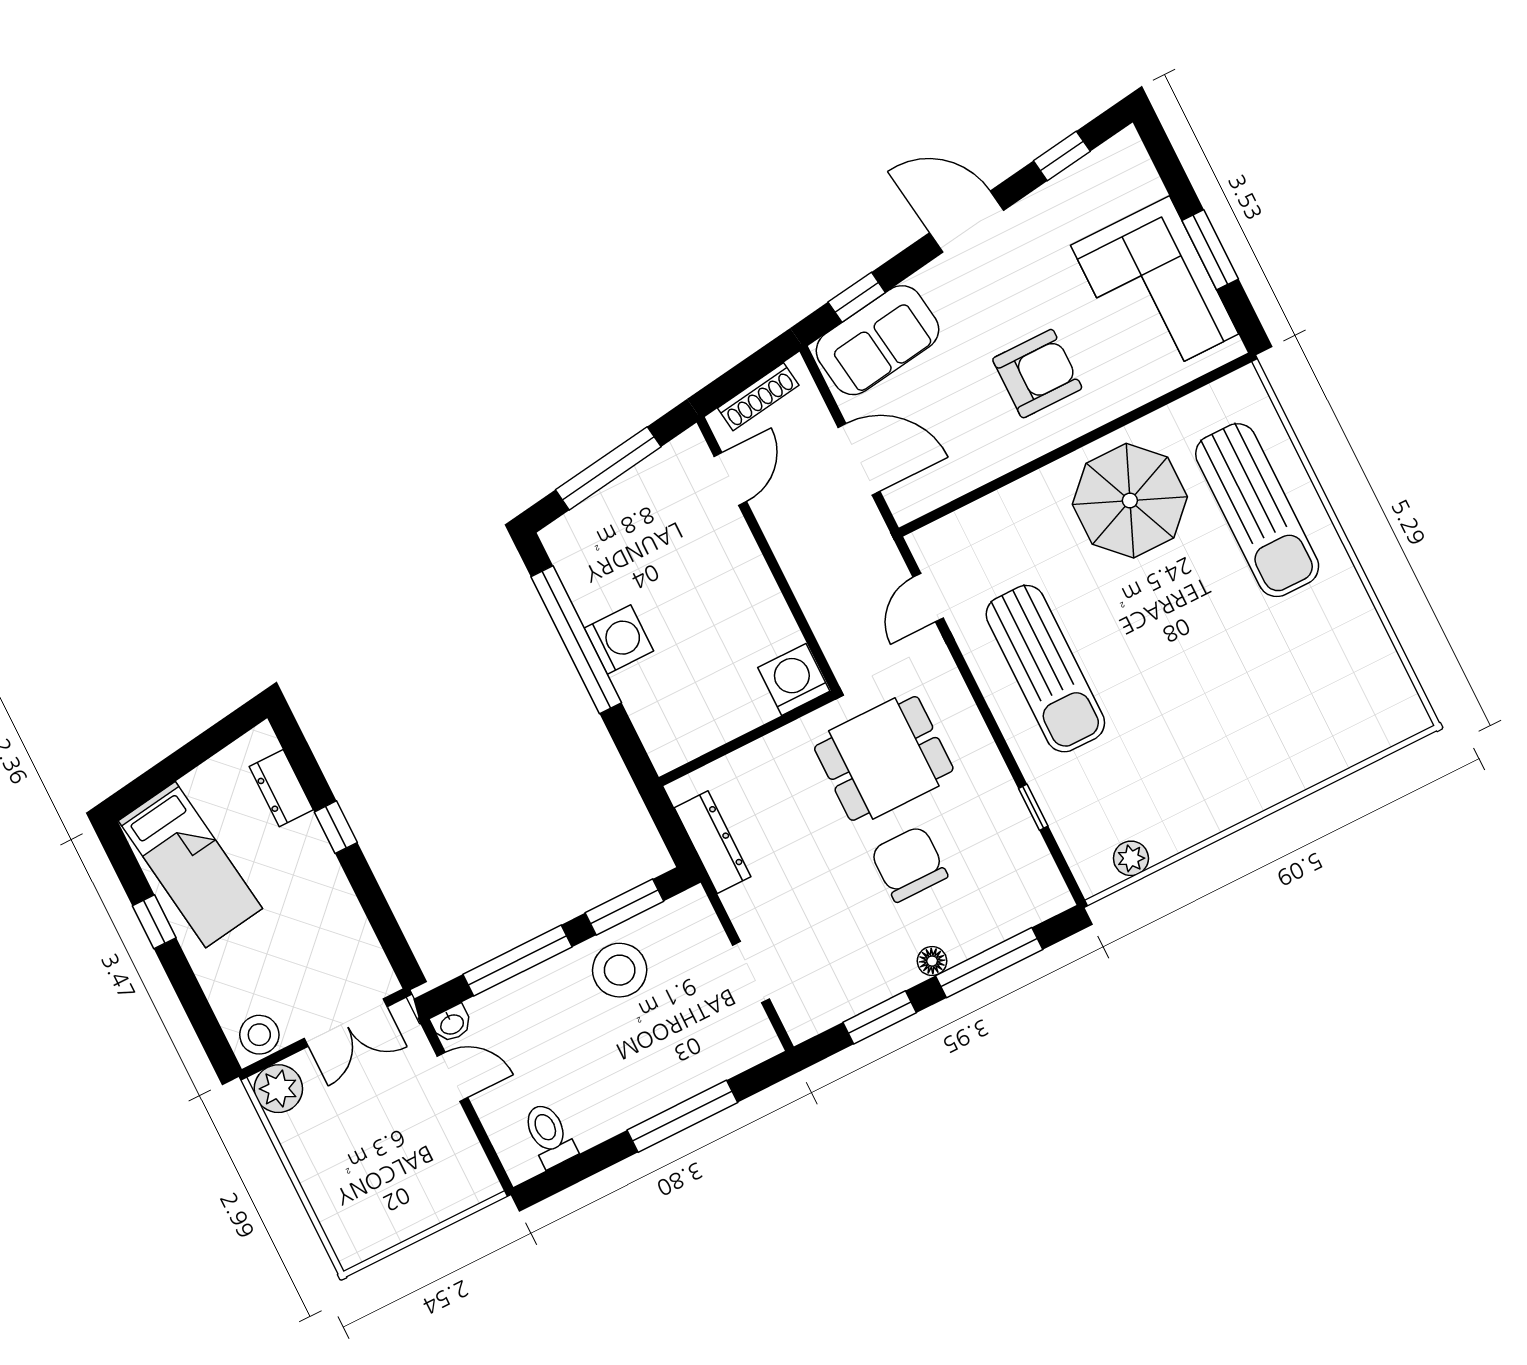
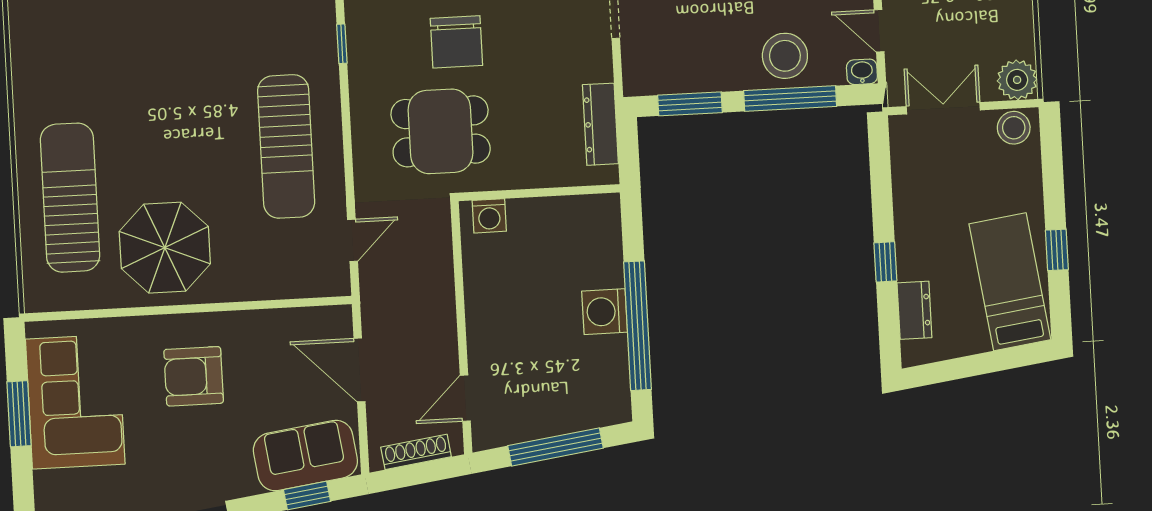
sun lounger: (1045, 669) -> (286, 146), turned 180
washing machine: (794, 679) -> (489, 216), width x0.73, depth x0.73
stool: (620, 970) -> (785, 56), moved

